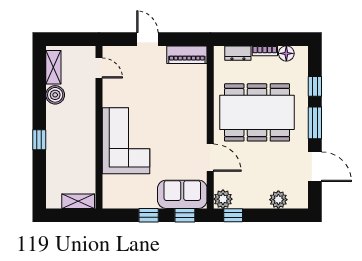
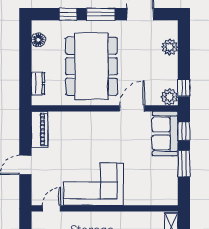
bookcase: (265, 51) -> (36, 59), removed
corner sofa: (126, 141) -> (93, 184), moved
window: (149, 215) -> (184, 164), width x1.50

